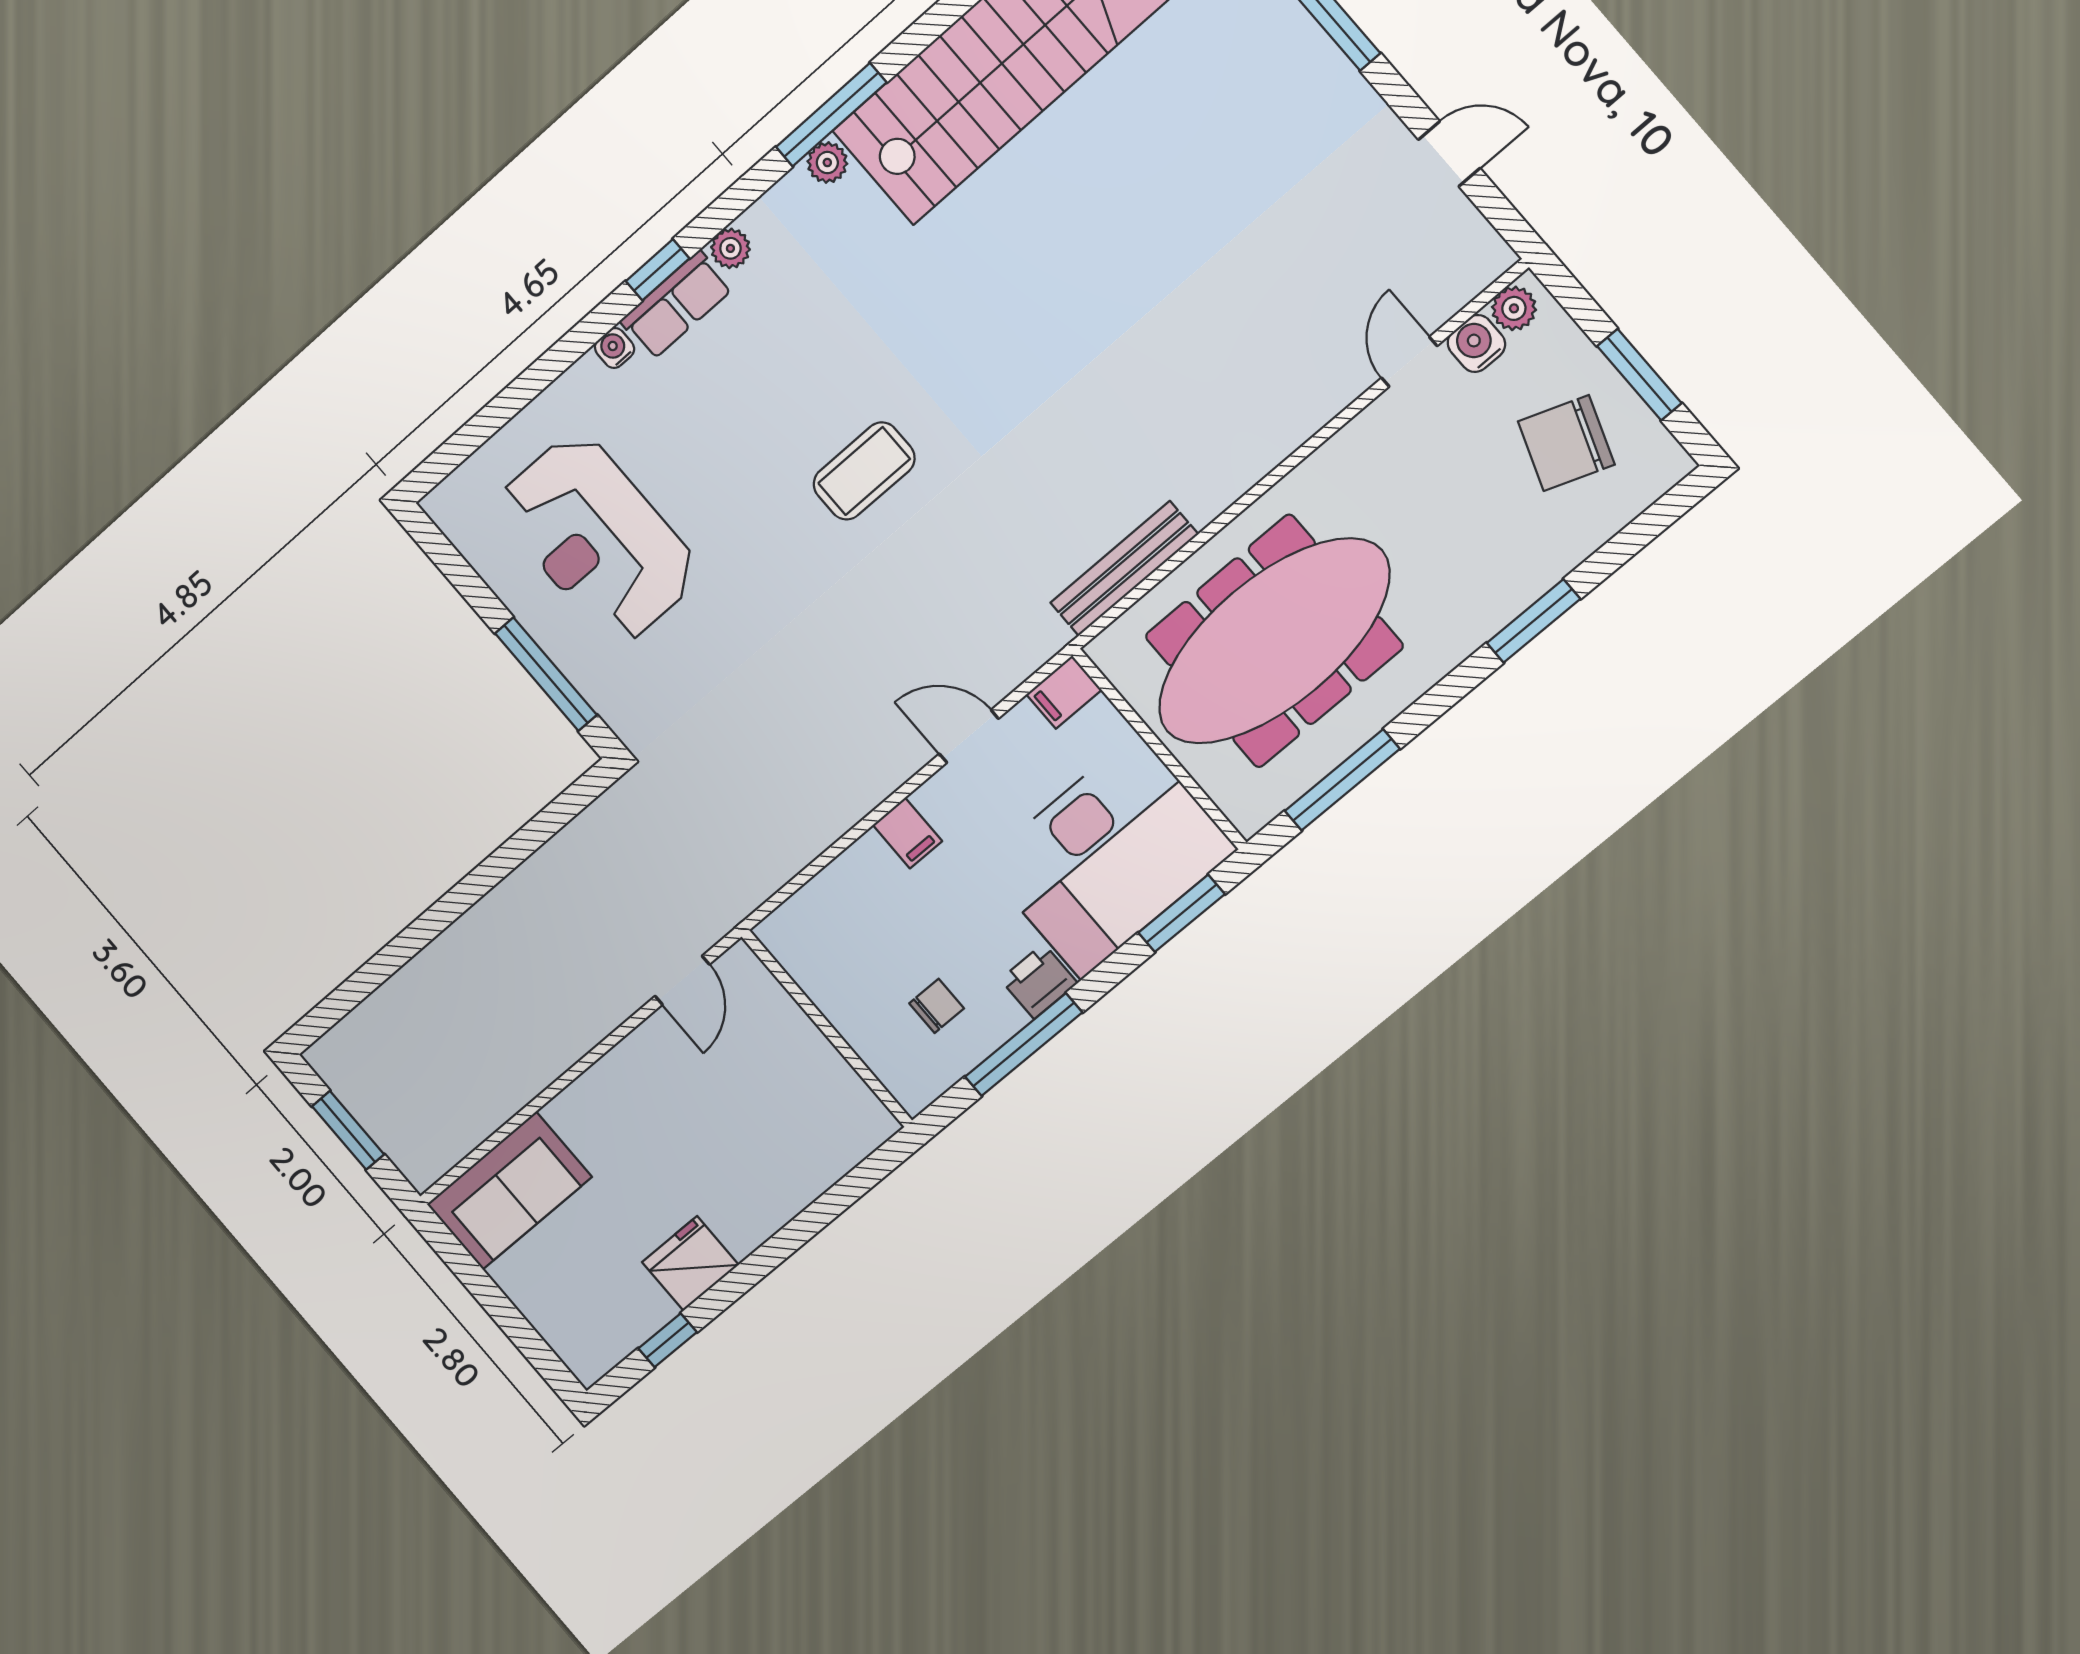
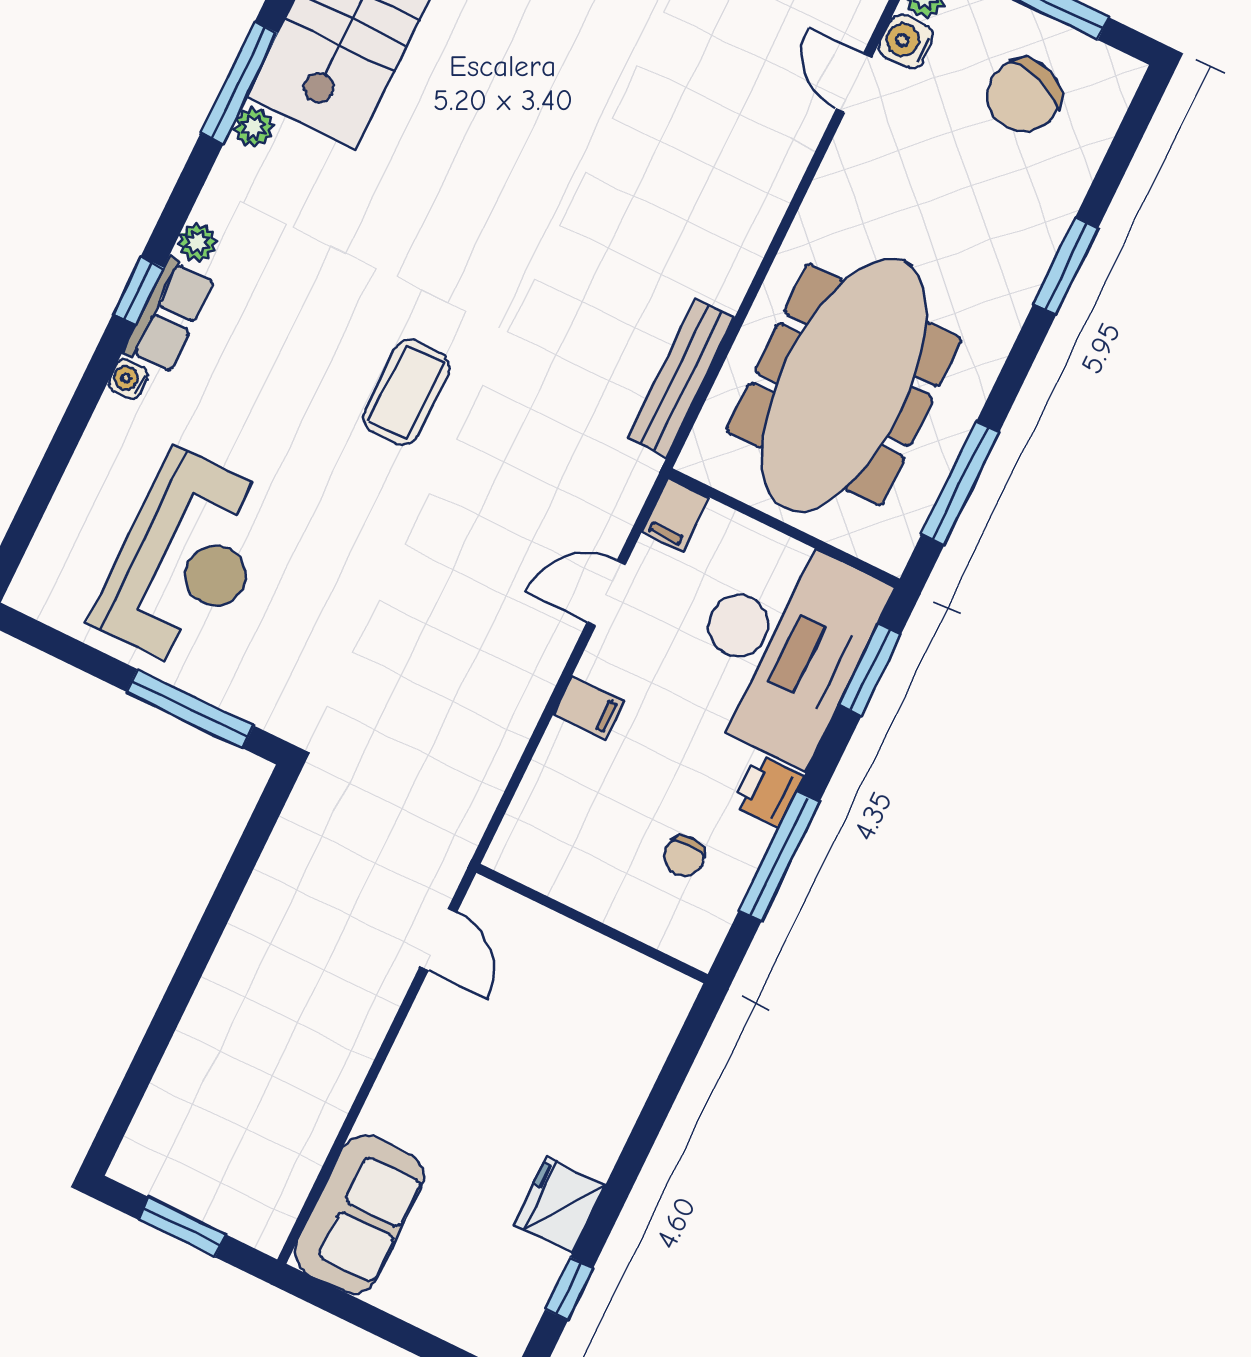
reception desk: (598, 538) -> (186, 561), turned -90
chair: (937, 1006) -> (684, 856), turned 180

